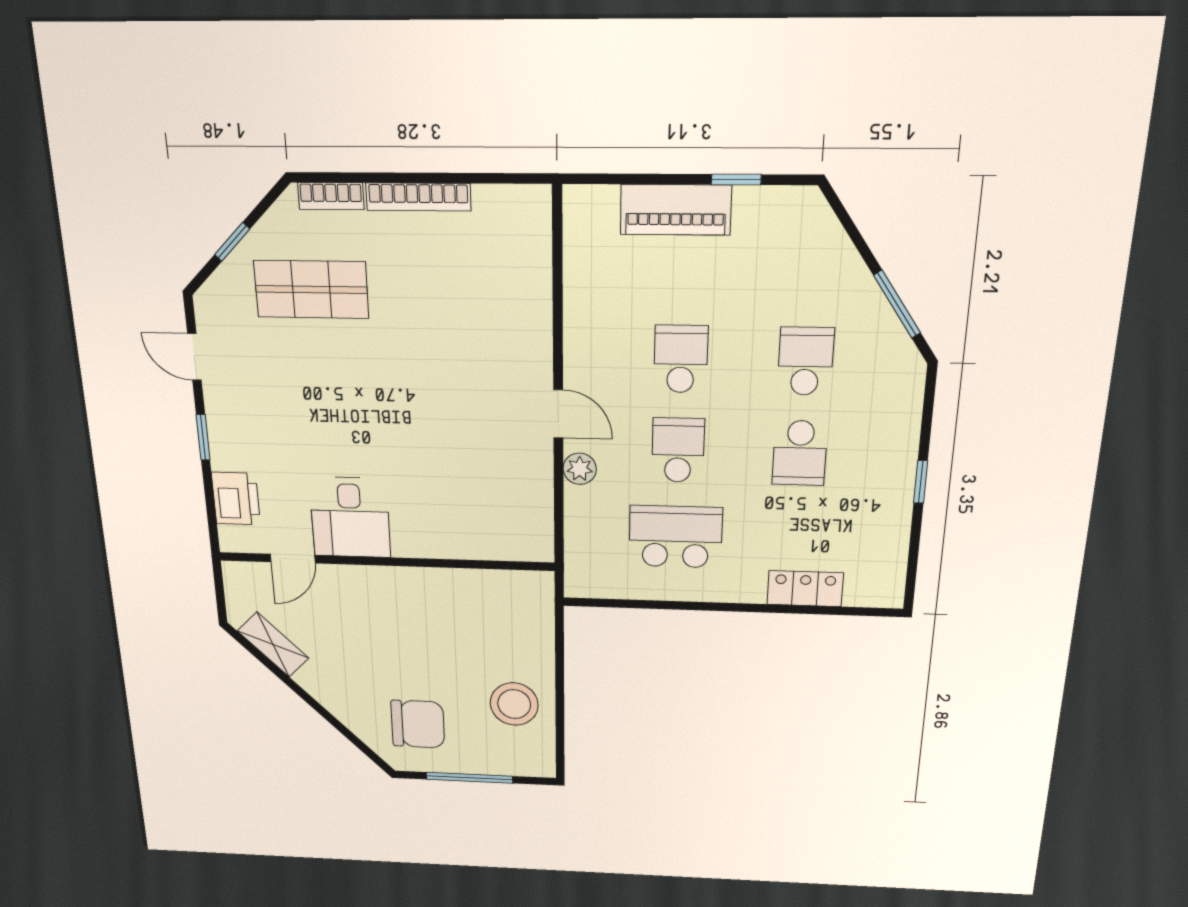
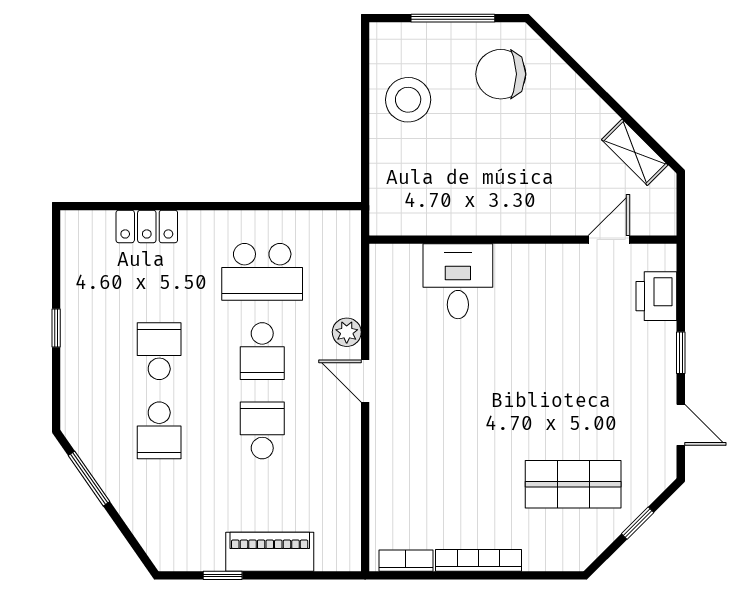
bookcase: (331, 196) -> (406, 561), moved
school desk: (681, 359) -> (262, 430), turned 180
desk: (350, 517) -> (458, 281), moved

